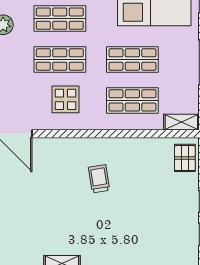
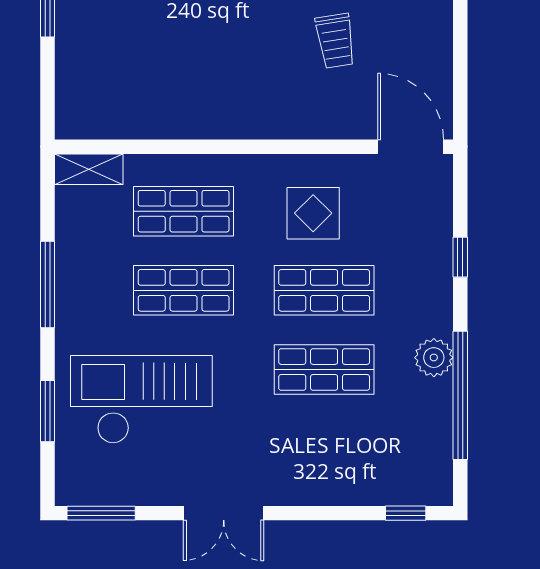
pallet: (185, 158) -> (82, 100), removed
trolley: (99, 179) -> (335, 41), moved

